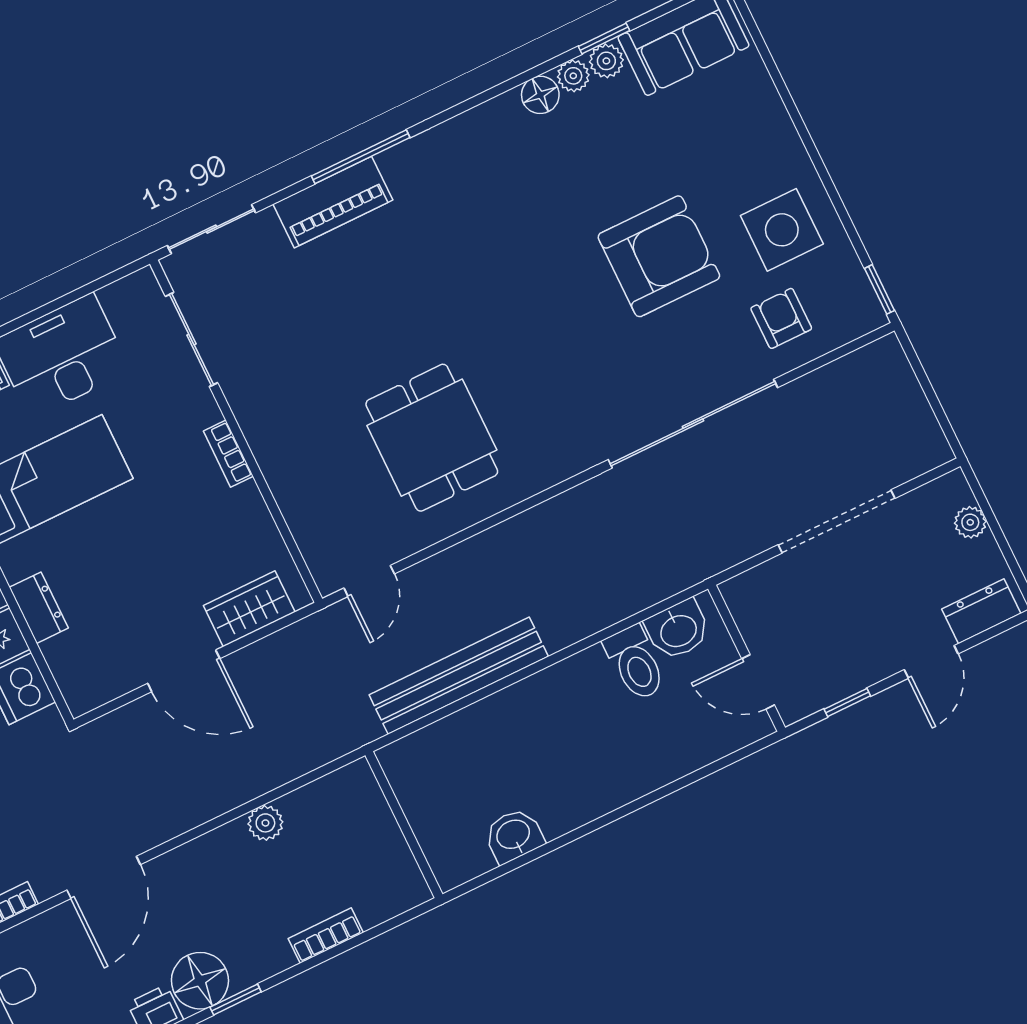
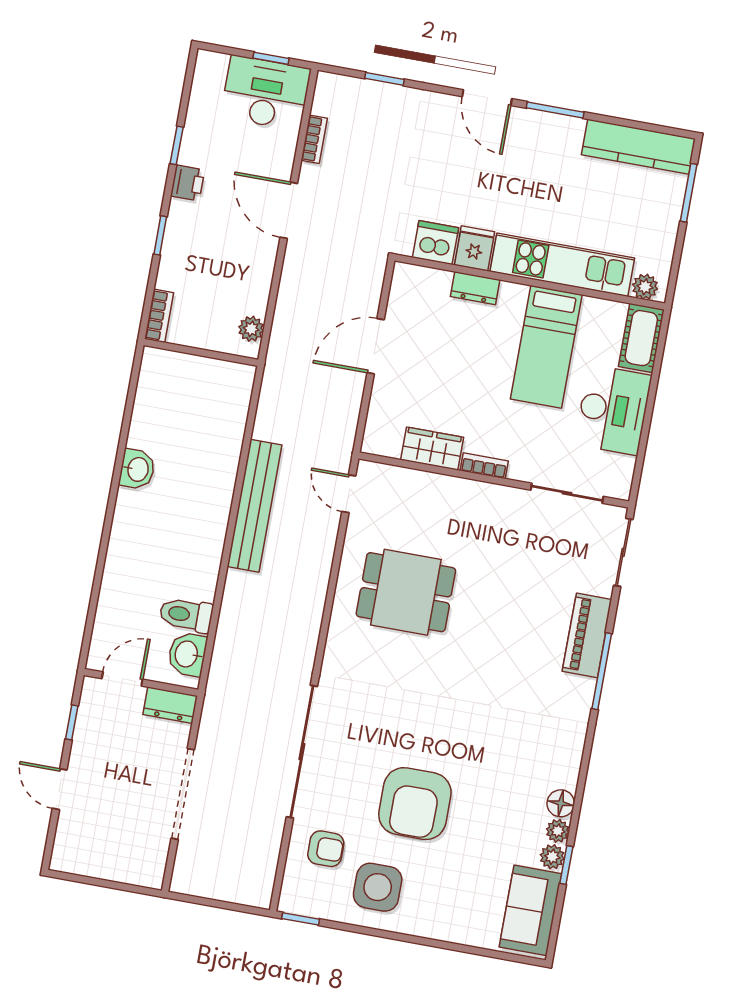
plant: (970, 522) -> (125, 872), removed
wardrobe: (249, 609) -> (432, 449), moved, turned -90
dresser: (981, 611) -> (170, 705), moved, turned 90
wall: (404, 825) -> (201, 352), moved
floor lamp: (200, 981) -> (187, 222), removed

